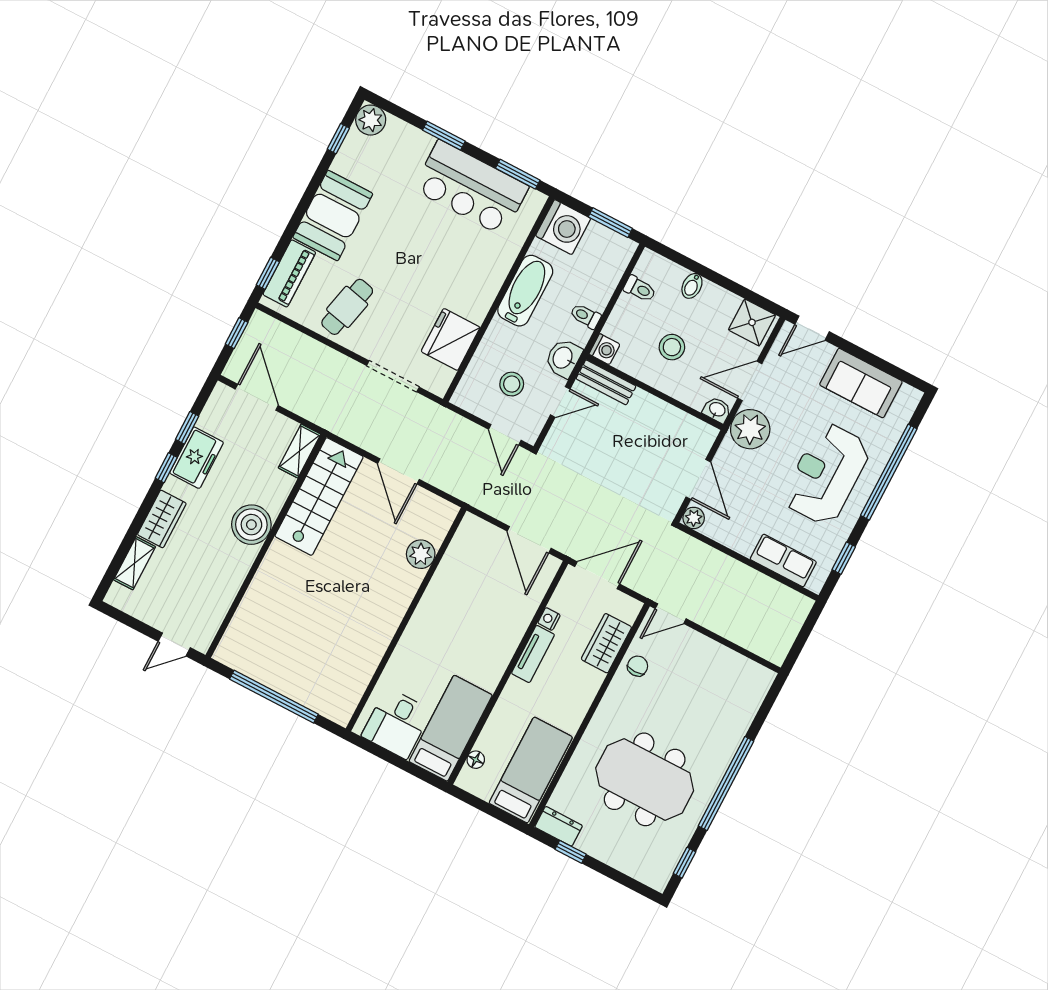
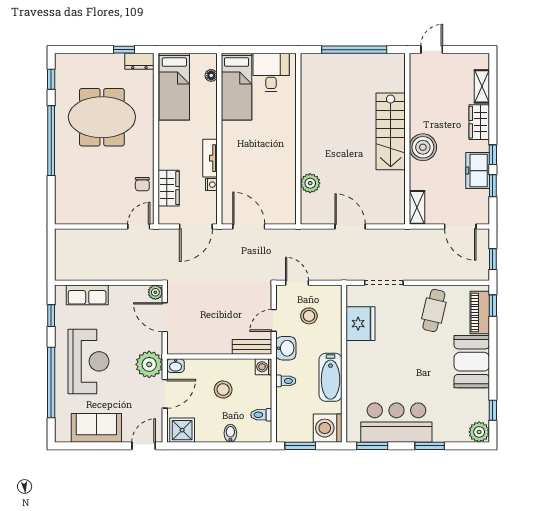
stairs: (319, 497) -> (391, 131), moved

